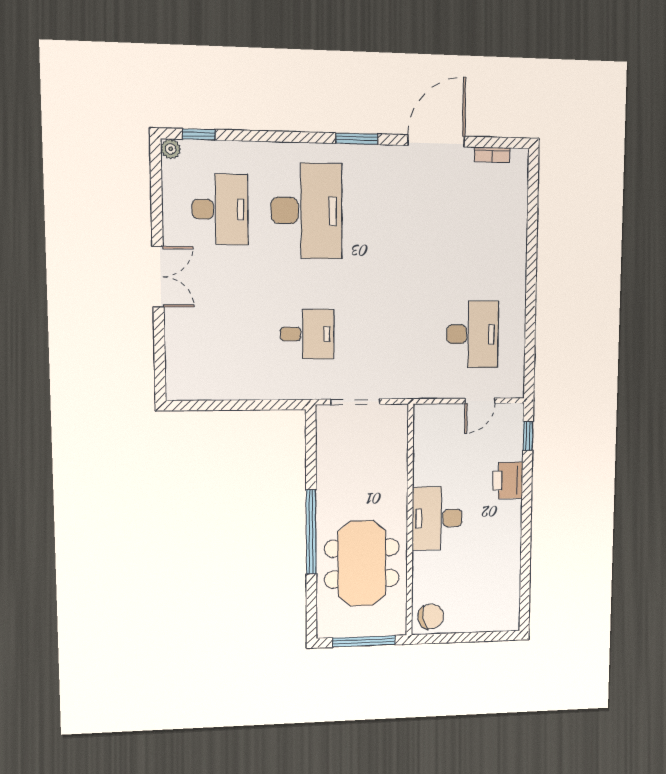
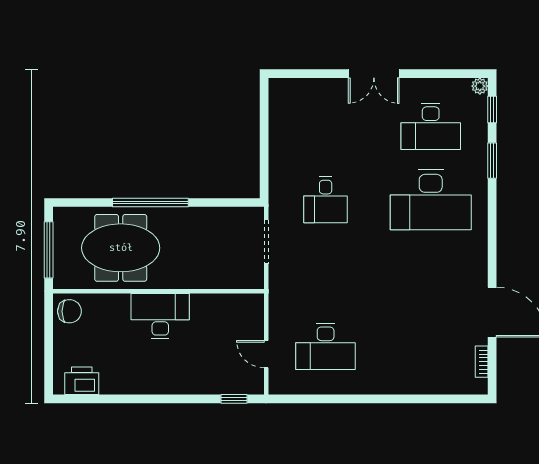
window: (357, 139) -> (492, 161), moved
printer: (508, 480) -> (82, 381), moved
chair: (431, 616) -> (69, 311), turned -78

